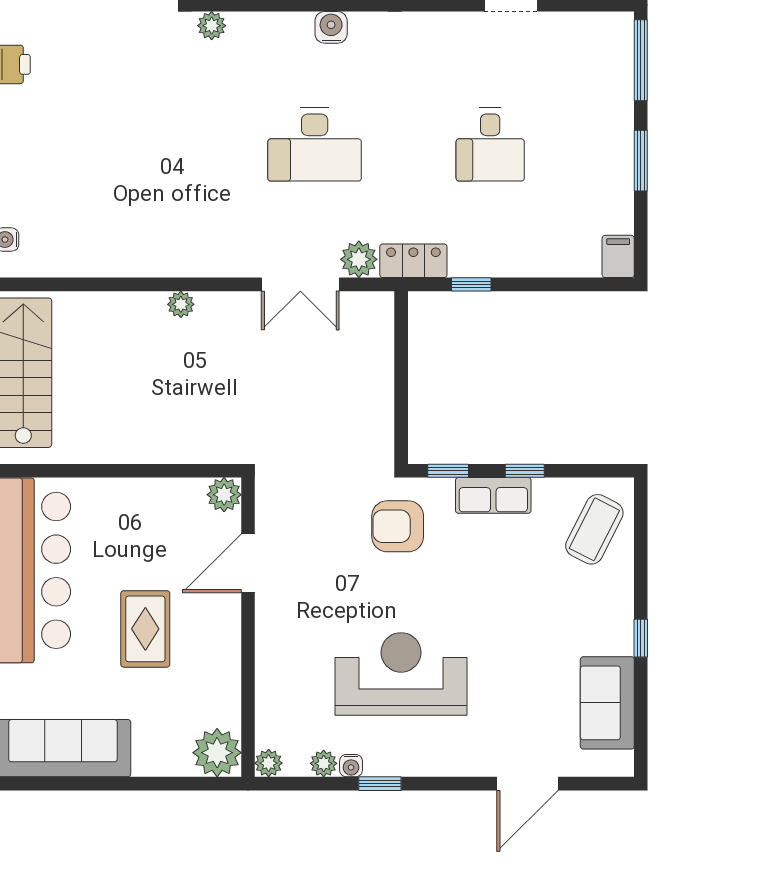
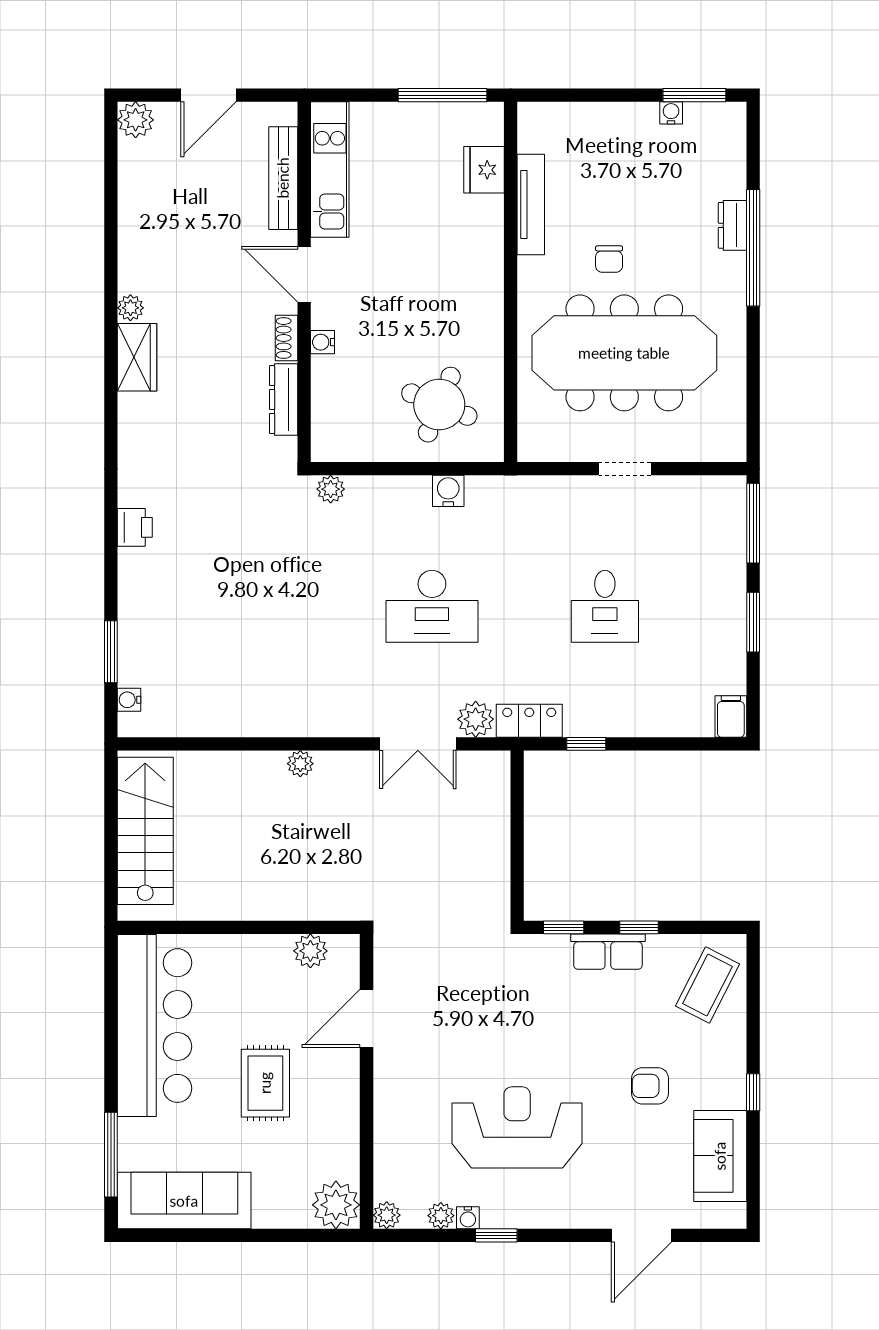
plant: (224, 495) -> (310, 951), moved
armchair: (398, 526) -> (650, 1086), moved, width x0.72, depth x0.72

